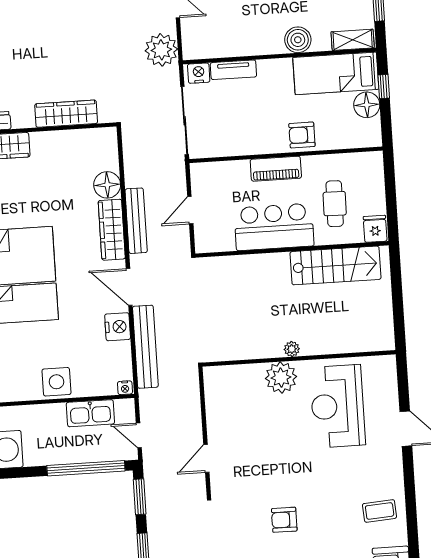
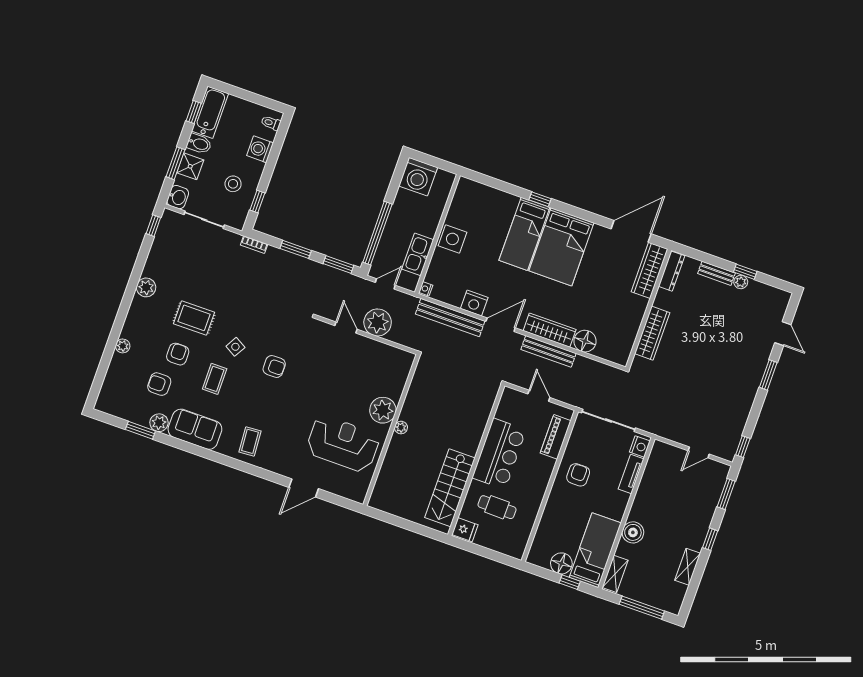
plant: (161, 50) -> (378, 322), moved
armchair: (302, 135) -> (578, 475), moved
piano: (276, 169) -> (556, 437), moved
armchair: (284, 520) -> (274, 366), turned 90

